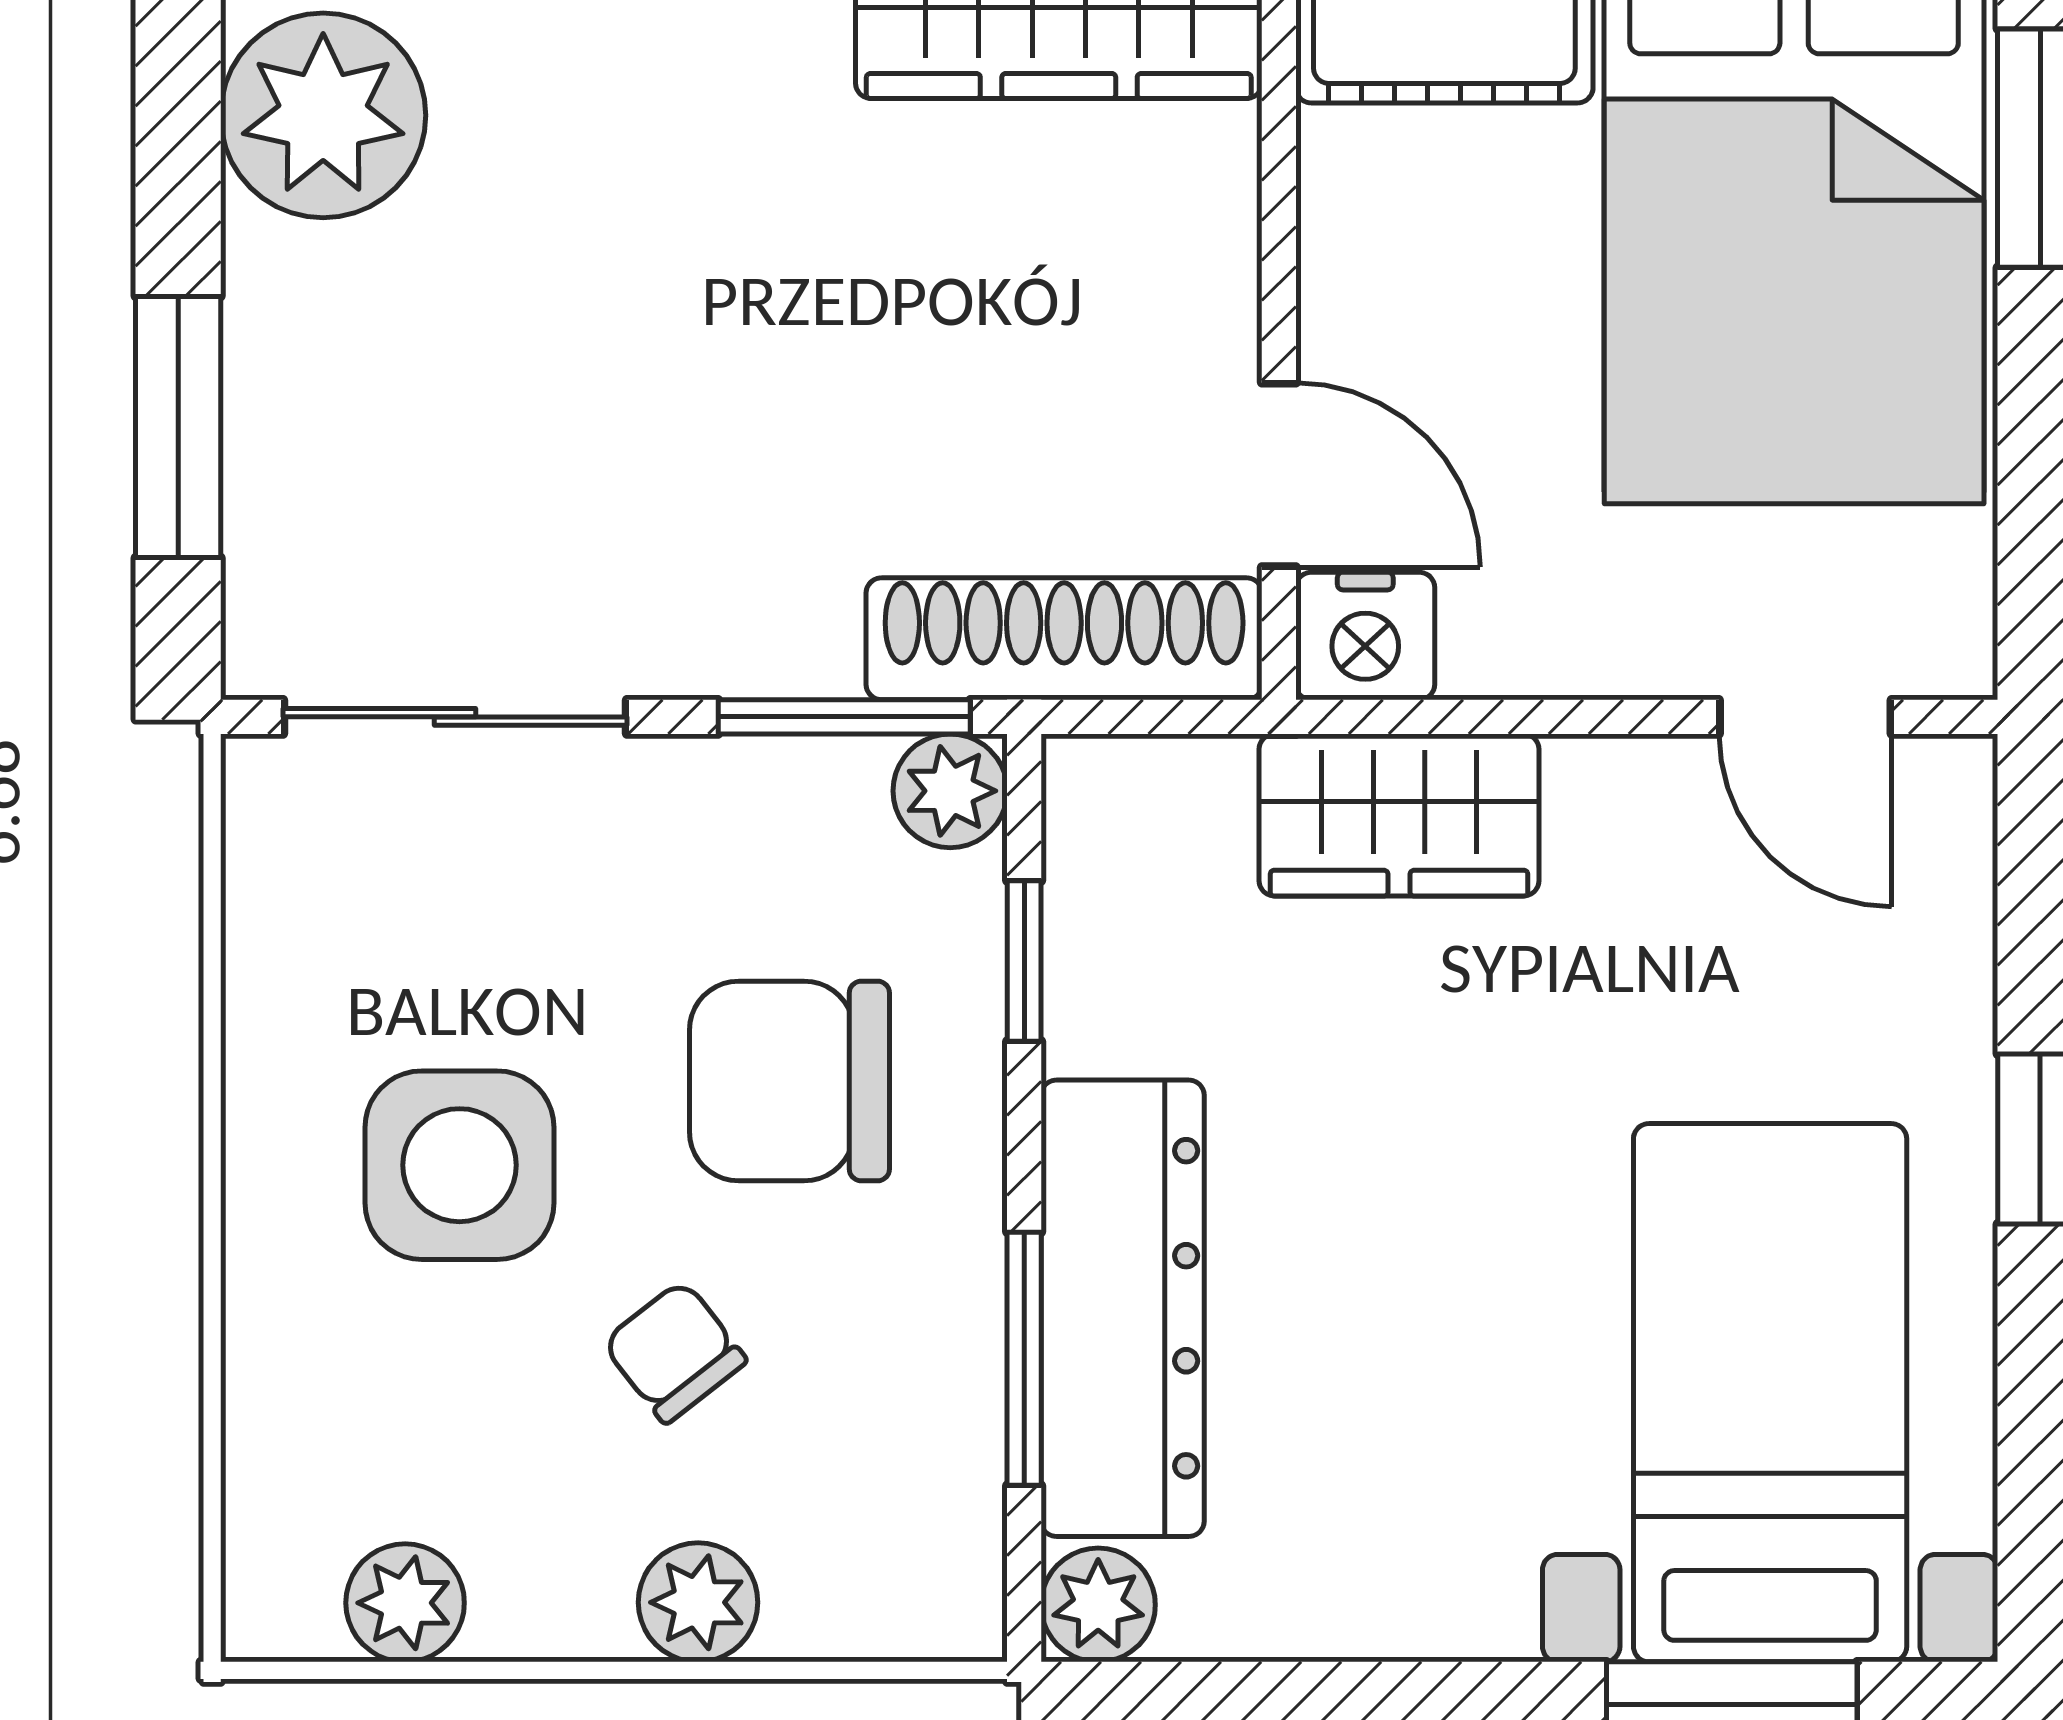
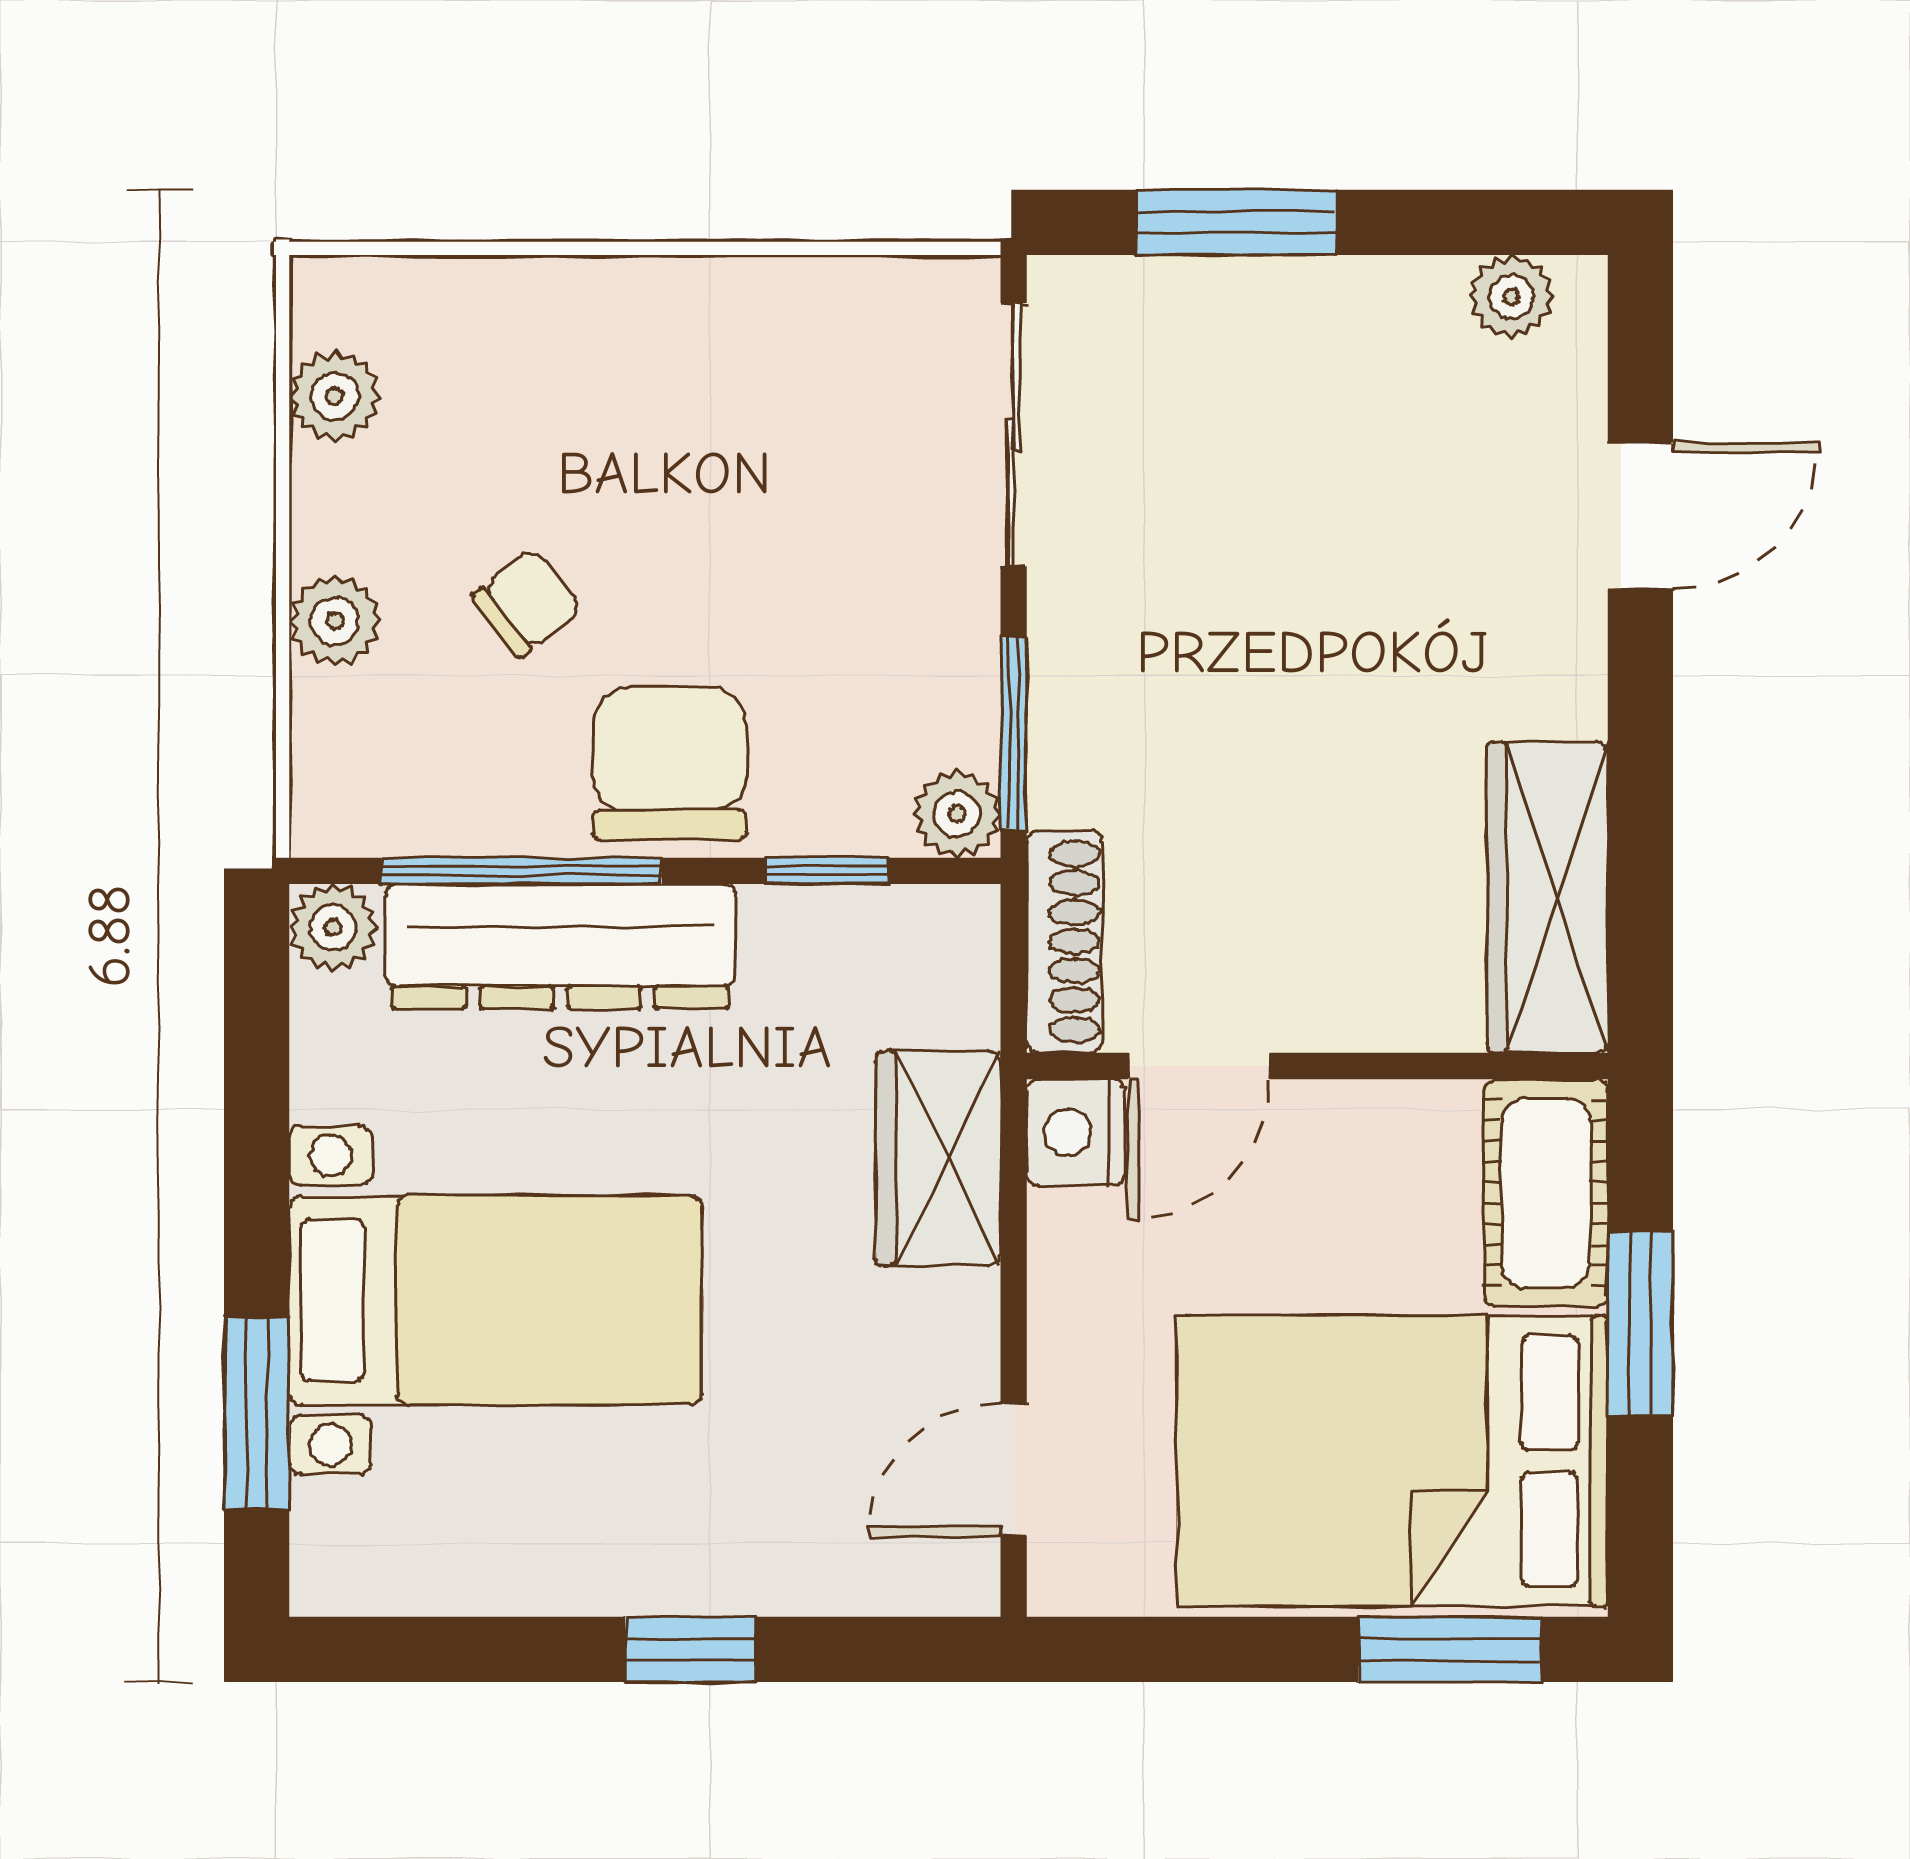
plant: (323, 115) -> (1511, 297), width x0.53, depth x0.53
shoe rack: (1064, 639) -> (1065, 942), width x0.74, depth x0.81
chair: (789, 1081) -> (670, 764), moved
side table: (459, 1165) -> (670, 438), removed
window: (1024, 1359) -> (522, 871), width x1.44
bed with nightstands: (1770, 1393) -> (496, 1300), moved

